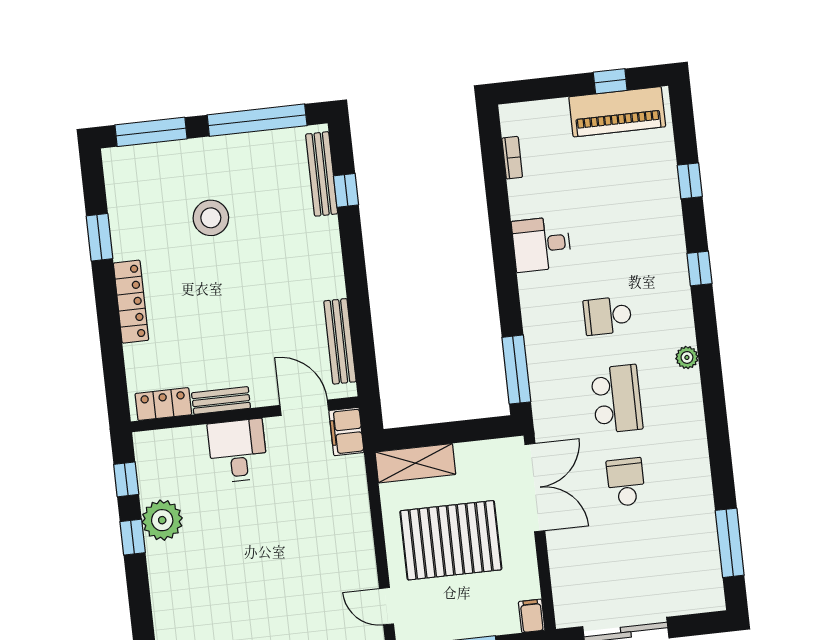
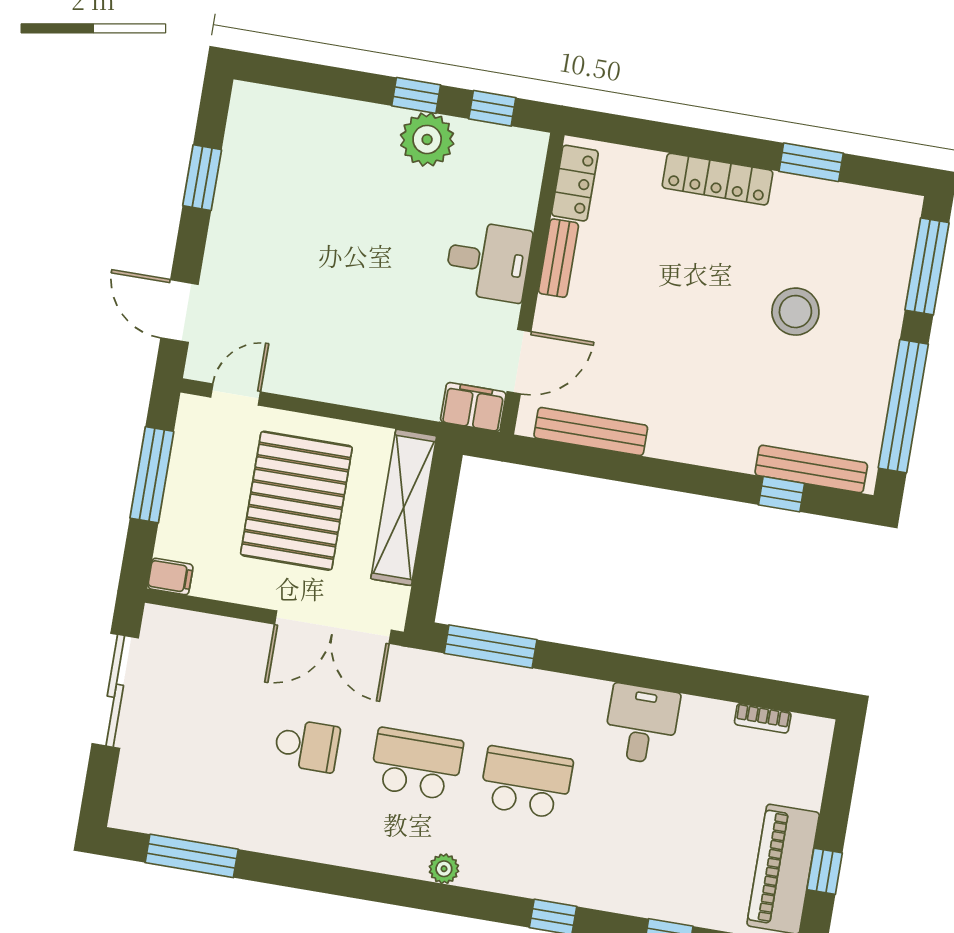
school desk: (608, 316) -> (526, 783), width x1.85
school desk: (617, 399) -> (417, 764), turned 180
shelving: (415, 463) -> (404, 507), width x1.47

